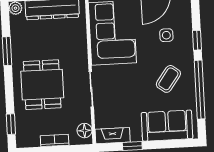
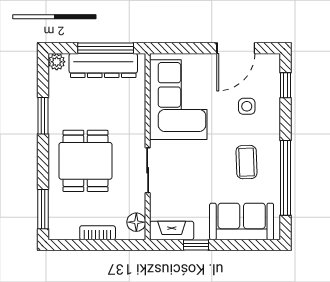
window: (197, 40) -> (286, 85), moved
coffee table: (168, 79) -> (247, 162), turned -38
window: (11, 124) -> (43, 209), width x1.50

